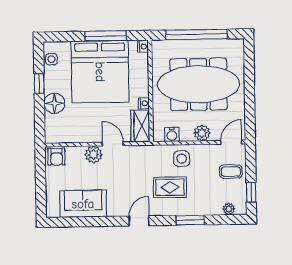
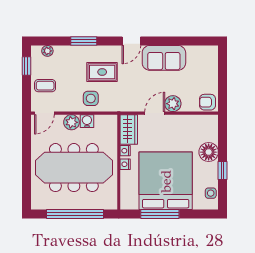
nightstand: (143, 47) -> (125, 164), moved
water cooler: (172, 134) -> (87, 121), moved
door: (113, 144) -> (155, 113), swing flipped
armchair: (56, 157) -> (207, 102), turned -90
sofa: (83, 204) -> (164, 58), moved

